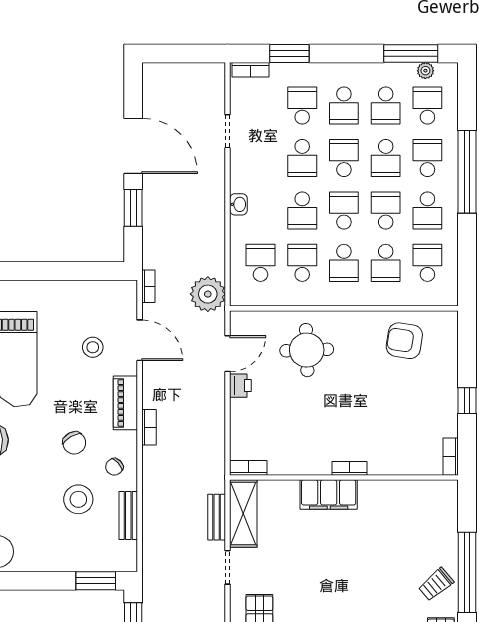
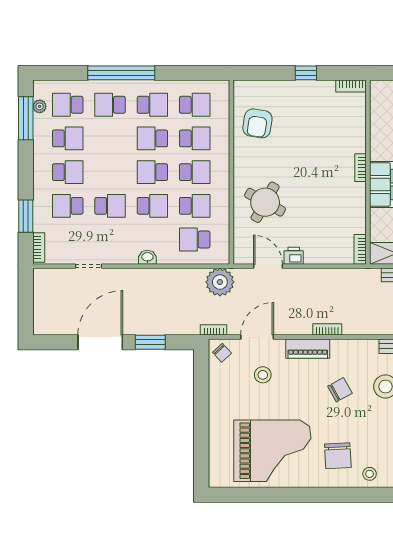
school desk: (344, 158) -> (110, 172), removed
school desk: (386, 158) -> (110, 138), removed
school desk: (302, 263) -> (195, 206), turned 180
school desk: (427, 263) -> (195, 105), turned 180
round table: (307, 350) -> (265, 202), turned 31
chair: (114, 467) -> (222, 353), moved

